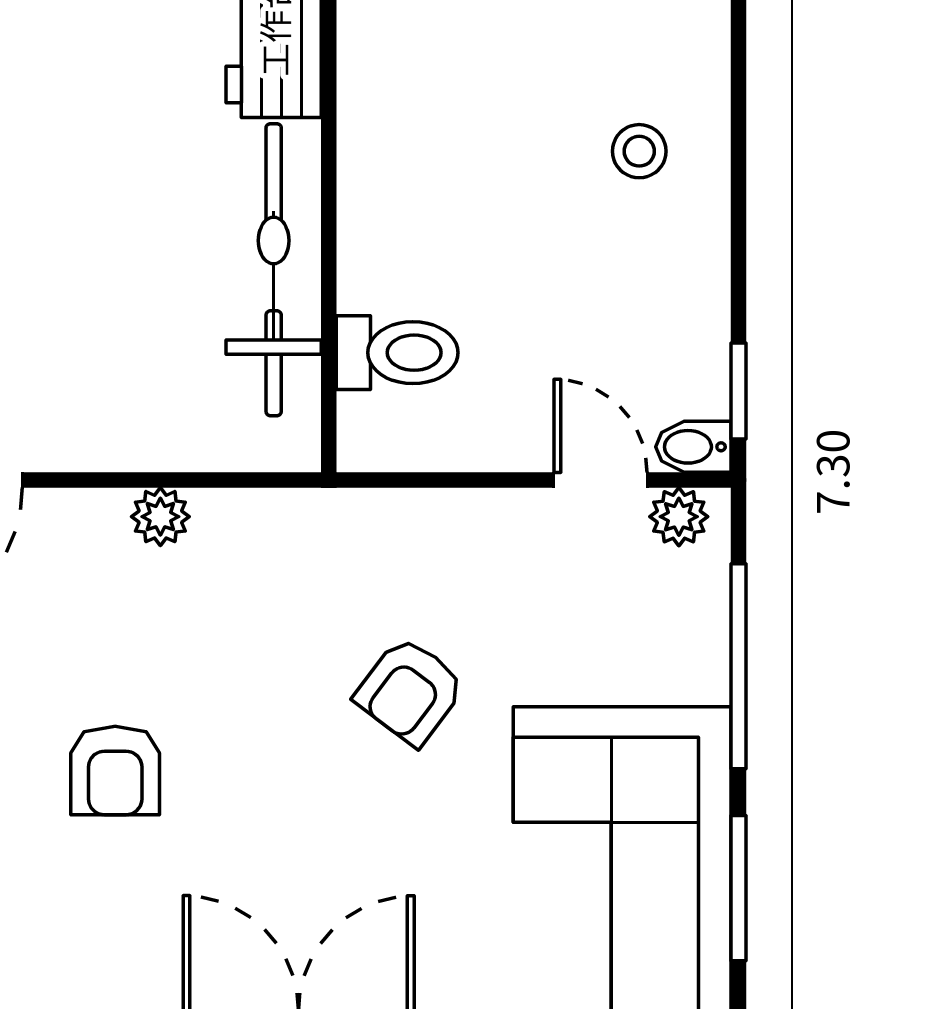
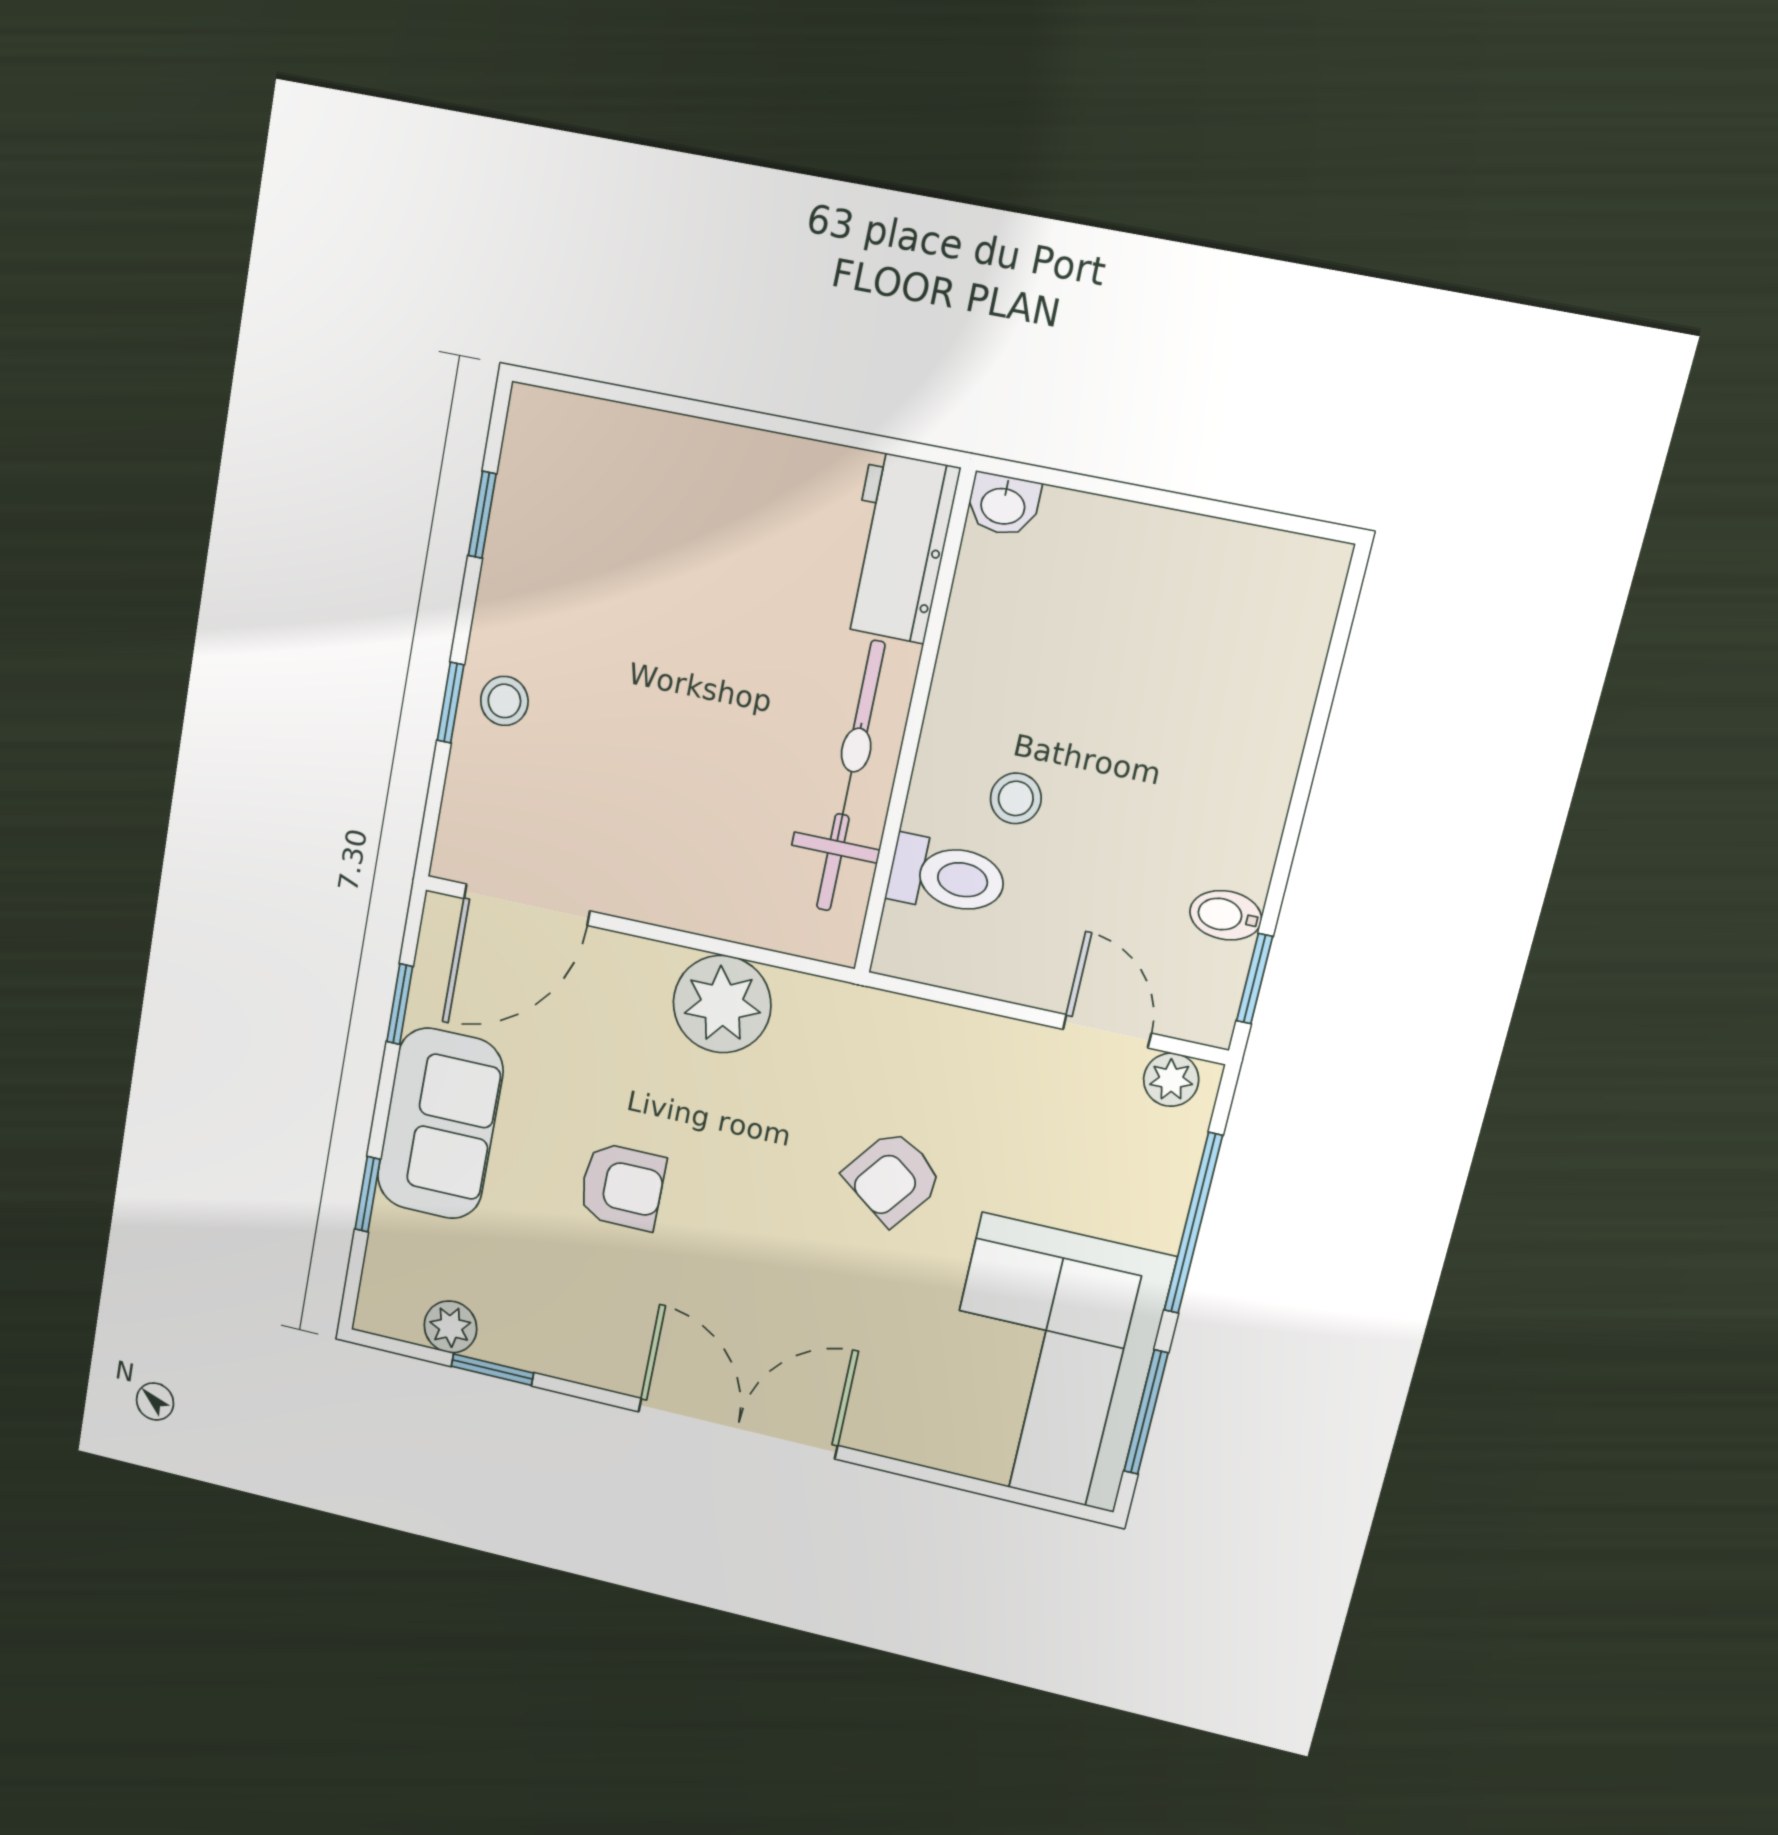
stool: (639, 151) -> (1016, 798), moved
bidet: (693, 447) -> (1226, 915), moved
plant: (160, 517) -> (722, 1004), width x1.88, depth x1.88
armchair: (115, 771) -> (622, 1187), turned -90

